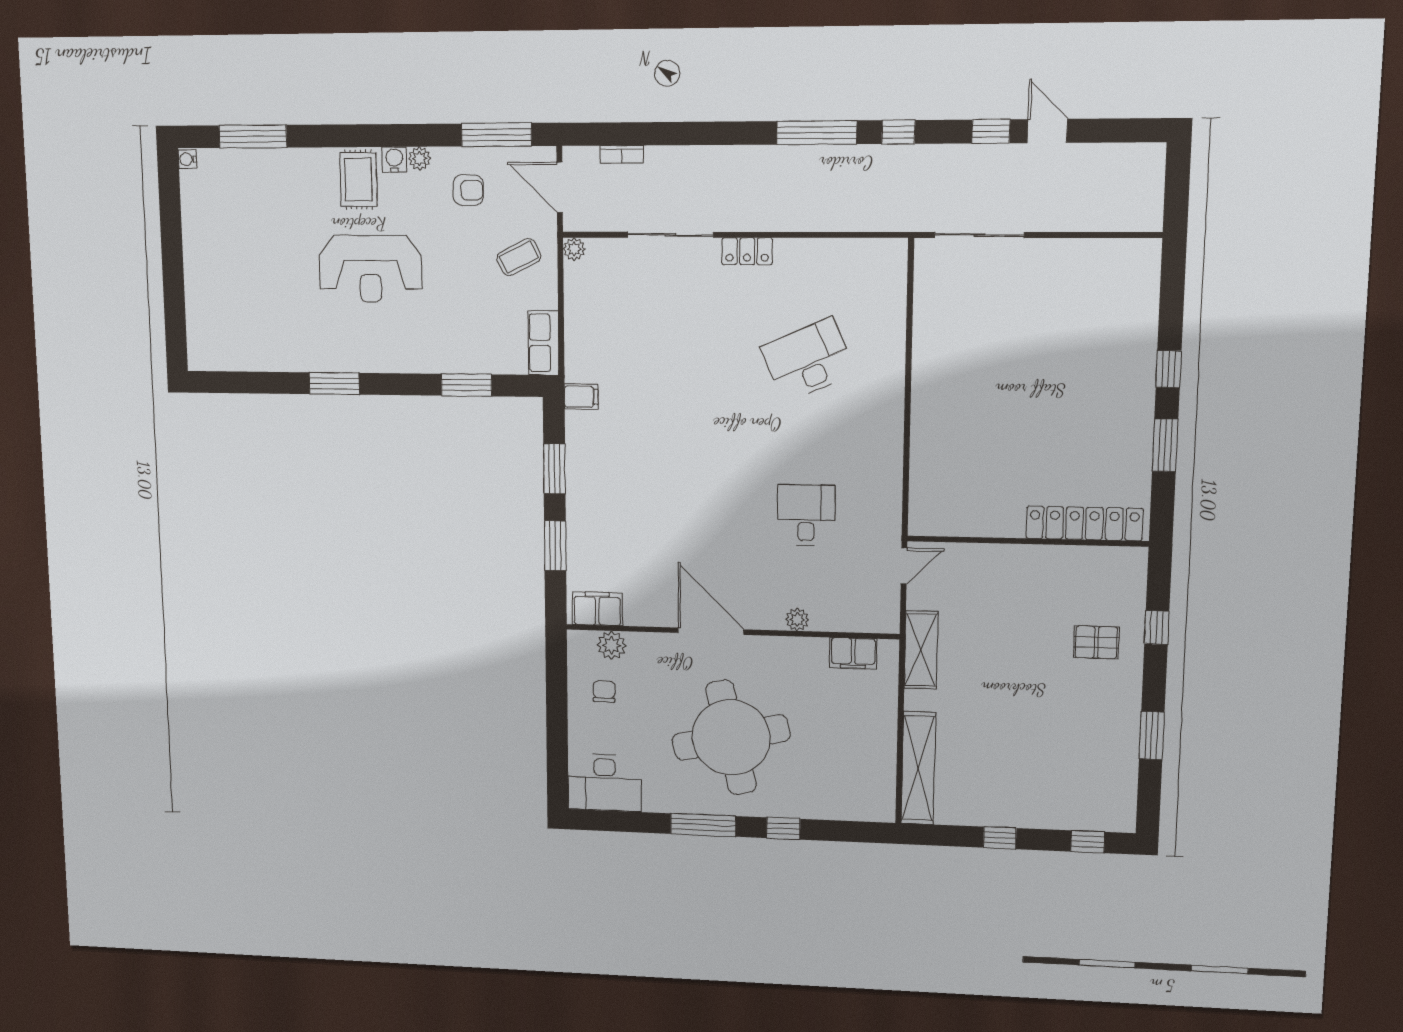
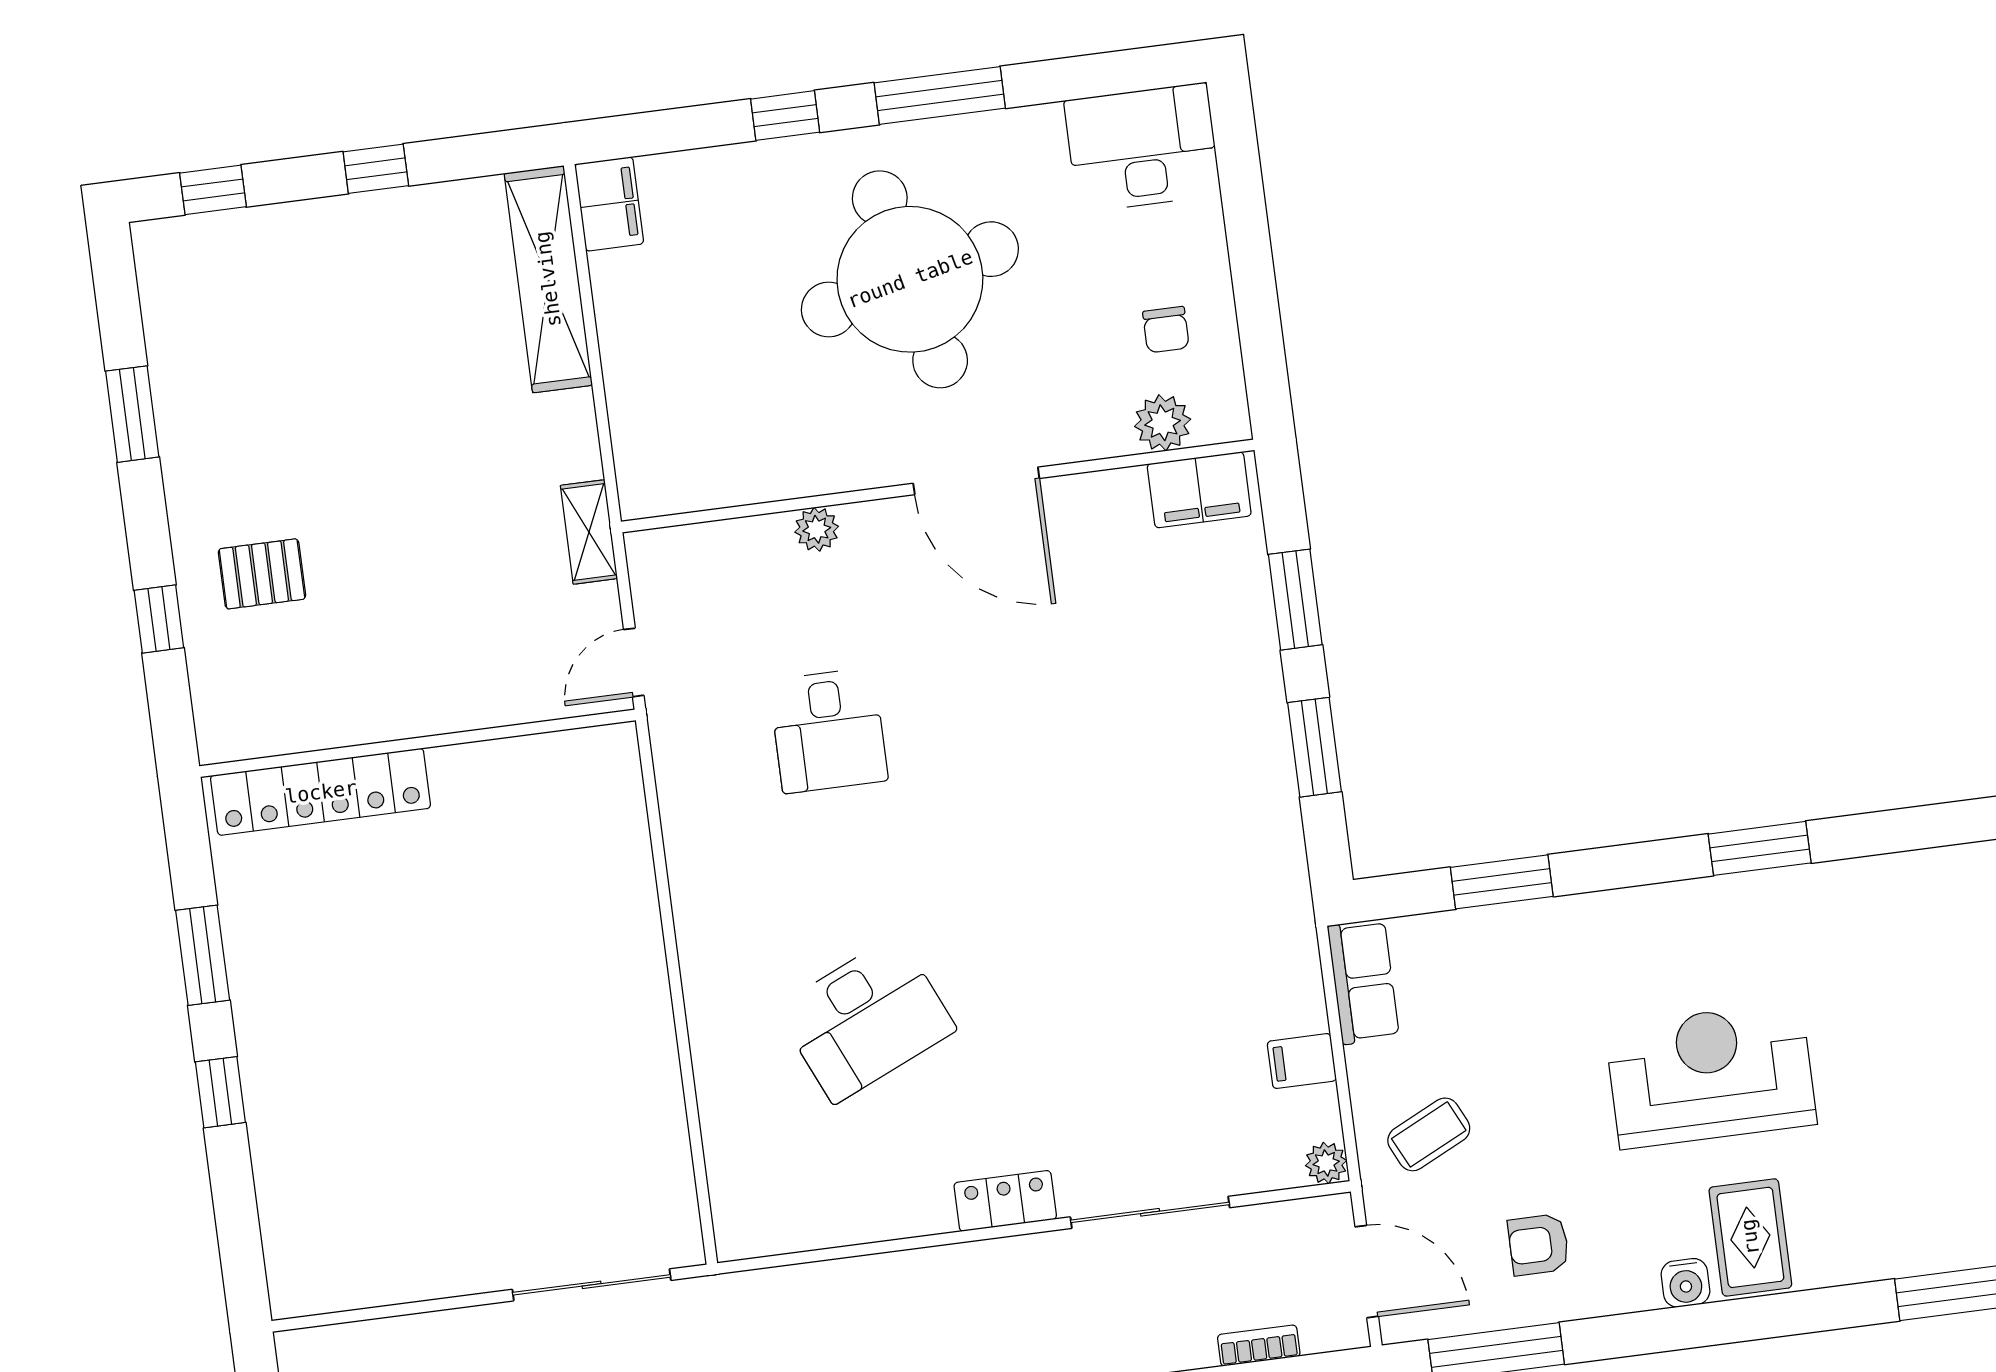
plant: (420, 158) -> (1637, 1291), removed
filing cabinet: (581, 397) -> (1302, 1061), moved
shelving: (921, 650) -> (589, 532), width x0.67, depth x0.75
filing cabinet: (853, 653) -> (609, 204), moved, turned 90

